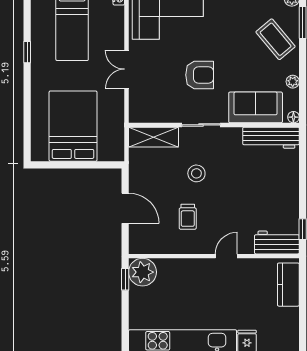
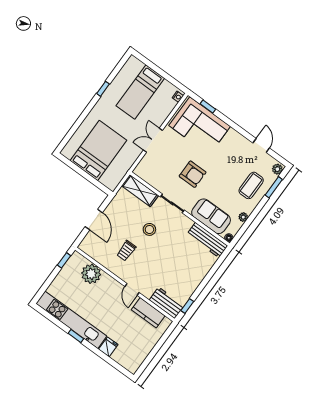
coffee table: (276, 39) -> (251, 185), turned 40
door: (226, 256) -> (132, 289), swing flipped
plant: (142, 272) -> (91, 274), moved
kitchen counter: (288, 285) -> (148, 313), moved, turned -90

